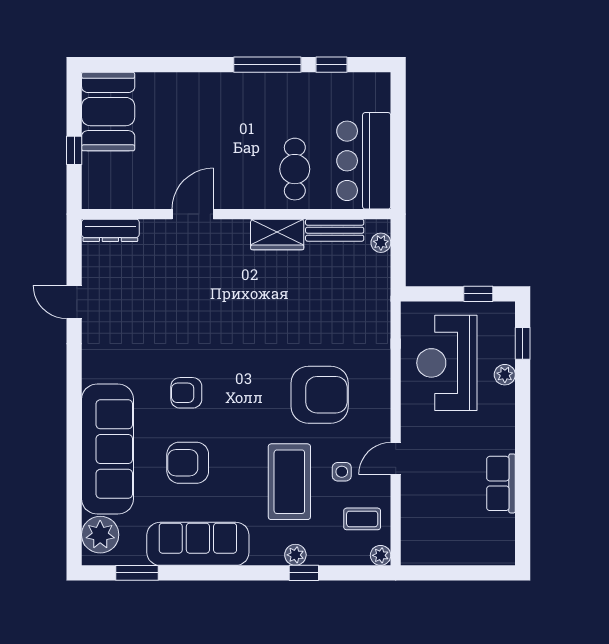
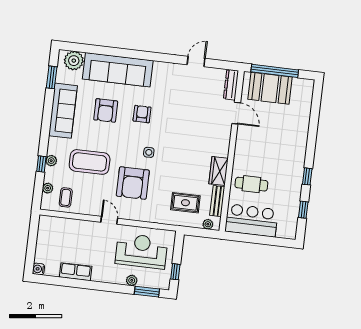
window: (267, 65) -> (307, 176), width x0.46
booth: (108, 112) -> (270, 88), moved
window: (74, 150) -> (275, 71), width x3.17
door: (193, 214) -> (236, 113), moved
rug: (345, 290) -> (185, 203), added
window: (523, 343) -> (147, 292), width x1.50
door: (396, 459) -> (109, 220), moved
armchair: (188, 463) -> (106, 110), turned 180
side table: (342, 472) -> (149, 152), moved
water cooler: (504, 554) -> (38, 269), added
plant: (381, 555) -> (48, 188), moved

